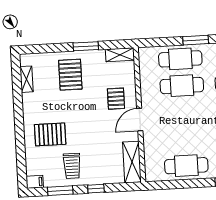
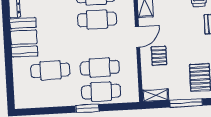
window: (86, 46) -> (186, 103), width x1.44
cafe table: (185, 139) -> (97, 20), added

